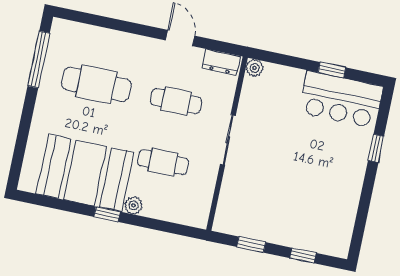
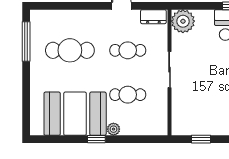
plant: (255, 68) -> (183, 21), width x1.87, depth x1.87

